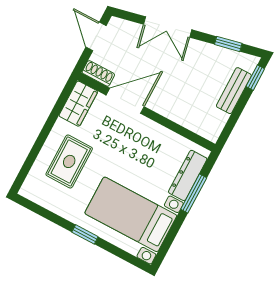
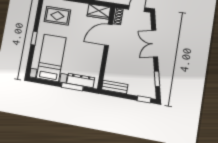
bench: (234, 91) -> (115, 87), moved
door: (125, 101) -> (108, 35), swing flipped
rug: (69, 161) -> (57, 16), moved

